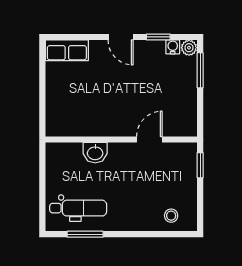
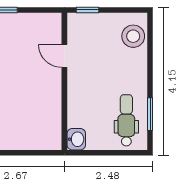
washbasin: (95, 153) -> (76, 139), moved
stool: (171, 216) -> (133, 36), width x1.89, depth x1.89

